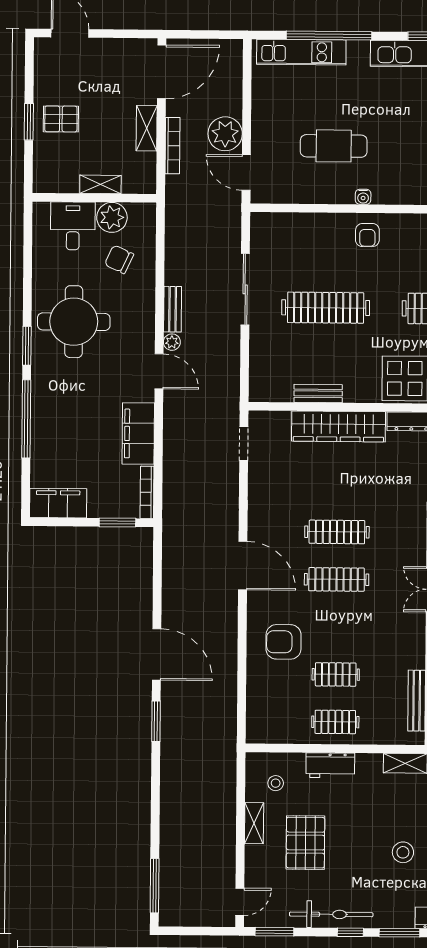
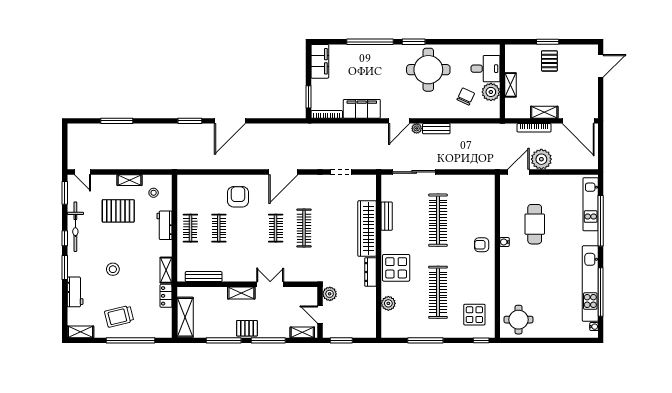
sliding door: (245, 289) -> (414, 172), moved
doorway: (244, 444) -> (341, 172), moved
clothes rail: (337, 579) -> (276, 228), width x0.73
window: (155, 886) -> (117, 121), moved

